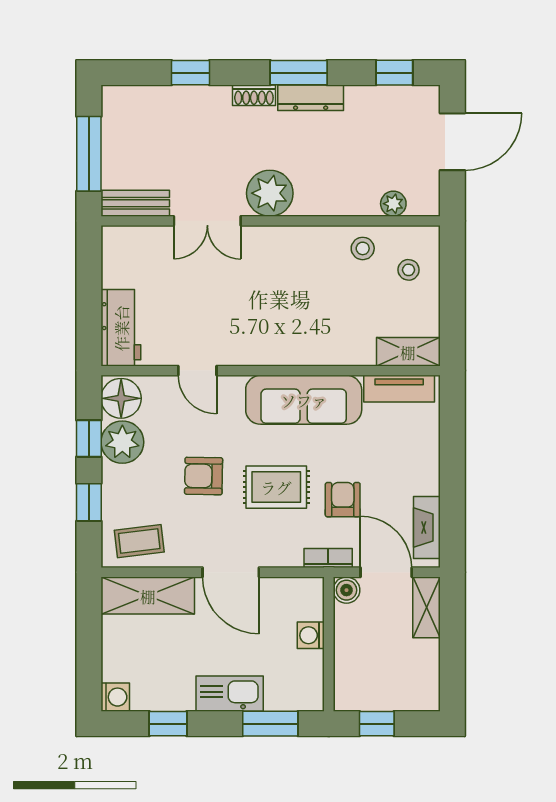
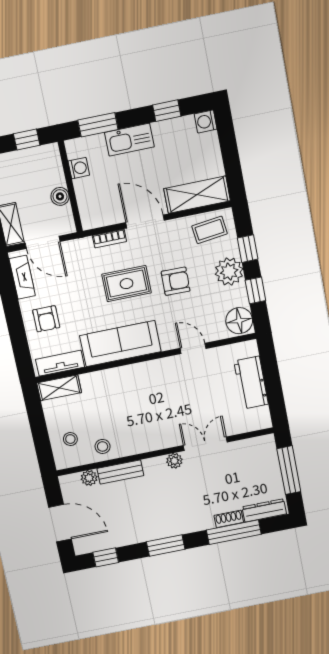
window: (190, 73) -> (234, 532), width x2.17
shoe rack: (254, 95) -> (229, 519), moved
dresser: (311, 98) -> (264, 510), moved
door: (452, 142) -> (60, 523), swing flipped
plant: (270, 193) -> (174, 461), width x0.53, depth x0.53
bench: (135, 203) -> (120, 472), moved
workbench: (121, 328) -> (251, 383), moved
plant: (122, 442) -> (229, 272), moved
armchair: (343, 500) -> (46, 319), moved
bookcase: (328, 558) -> (109, 239), moved
boiler: (346, 590) -> (60, 196), moved
washing machine: (311, 635) -> (79, 168), moved

